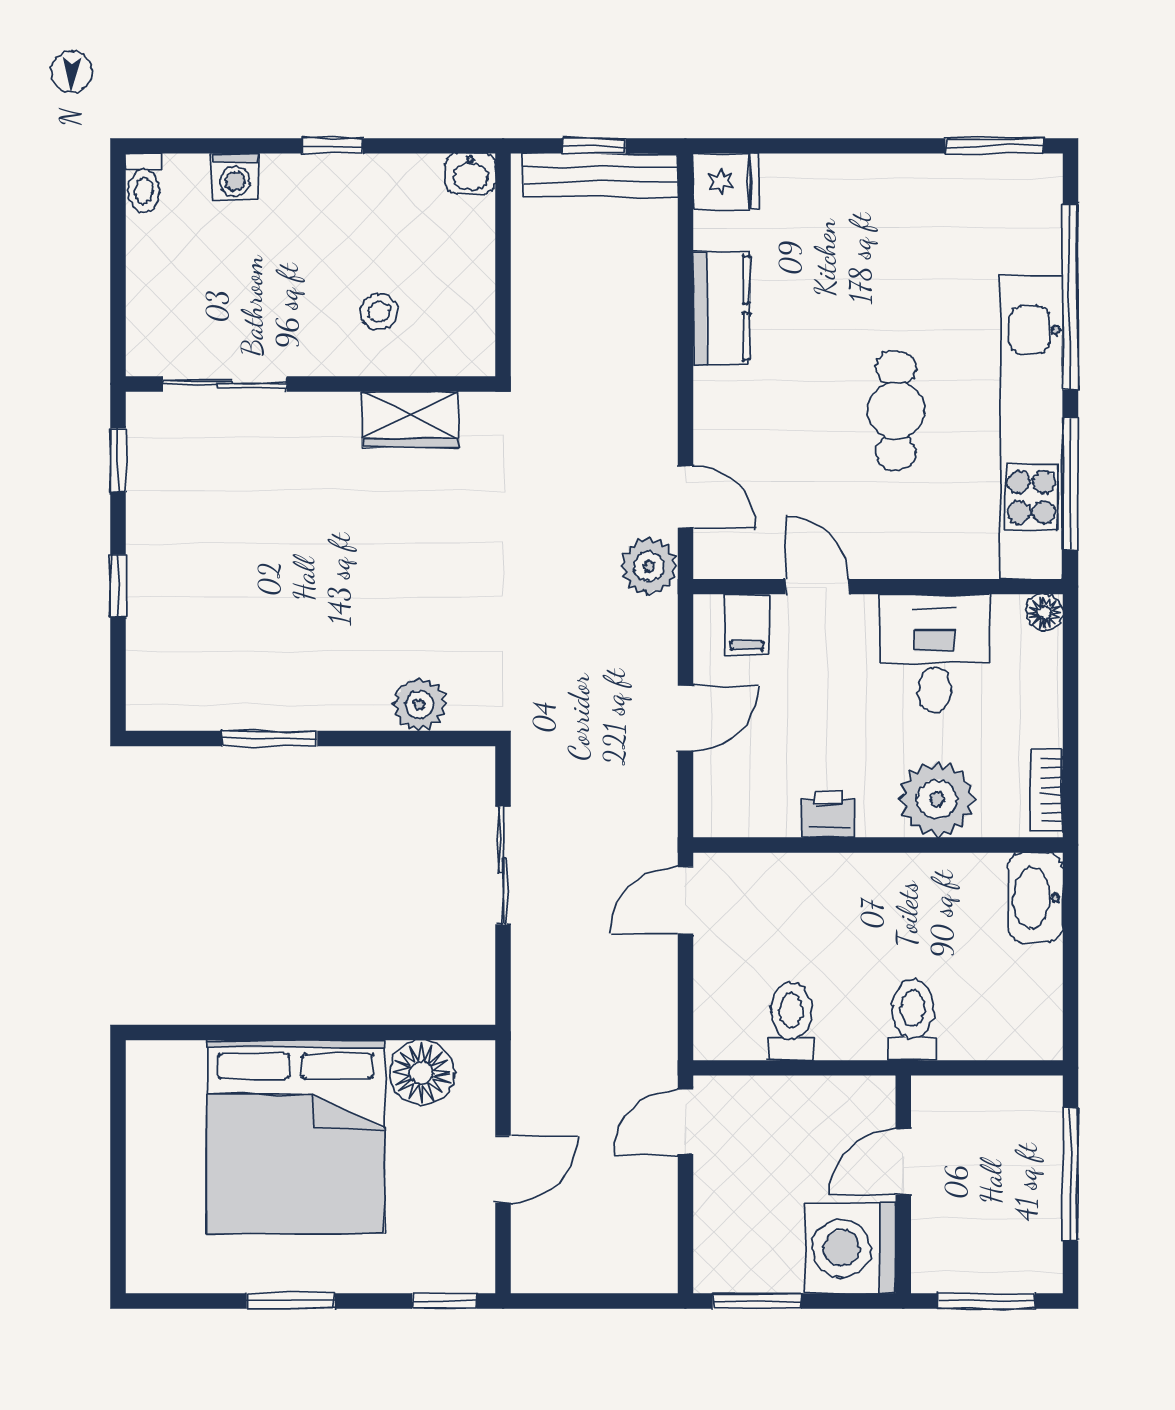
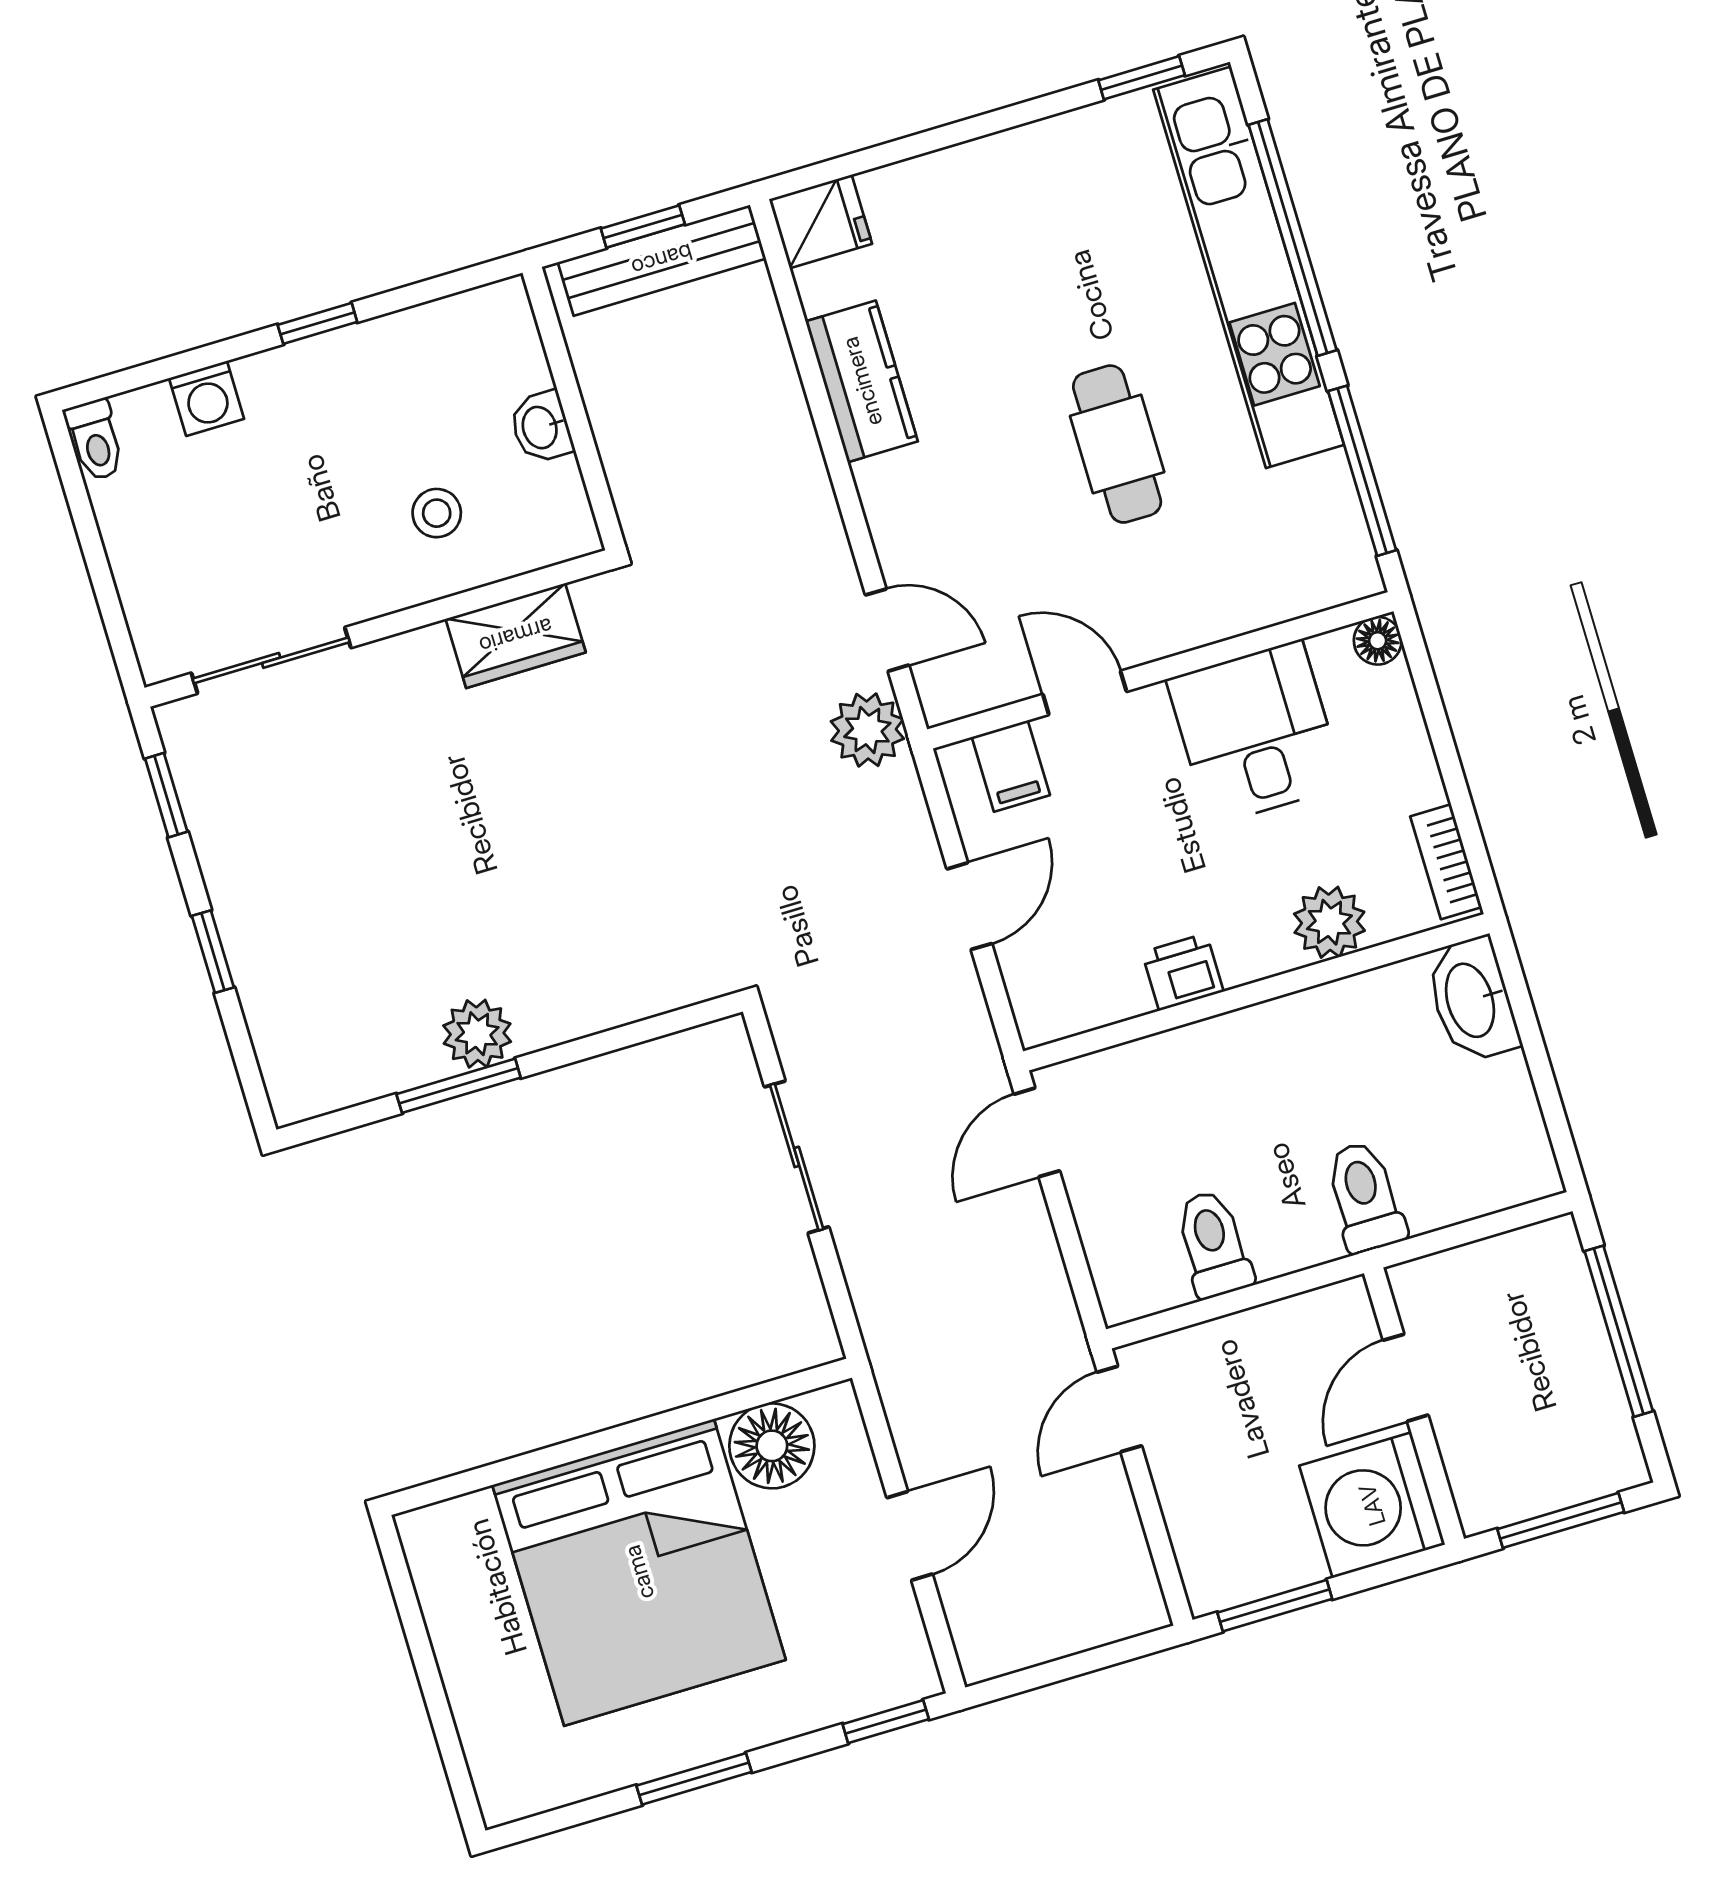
window: (994, 146) -> (1142, 78), width x0.67
washbasin: (470, 174) -> (541, 427), moved, turned 90
kitchen unit: (1031, 427) -> (1249, 267), moved
plant: (420, 704) -> (477, 1034), moved
plant: (937, 799) -> (1329, 922), width x0.73, depth x0.73

